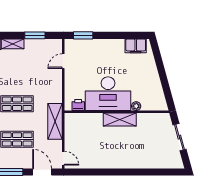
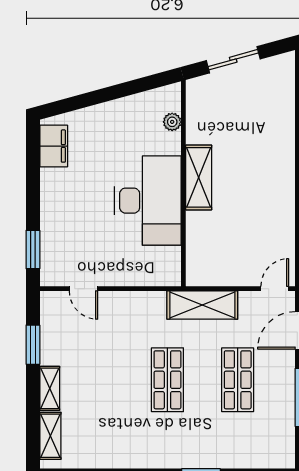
printer: (78, 105) -> (170, 259), removed
plant: (136, 106) -> (172, 122), moved

